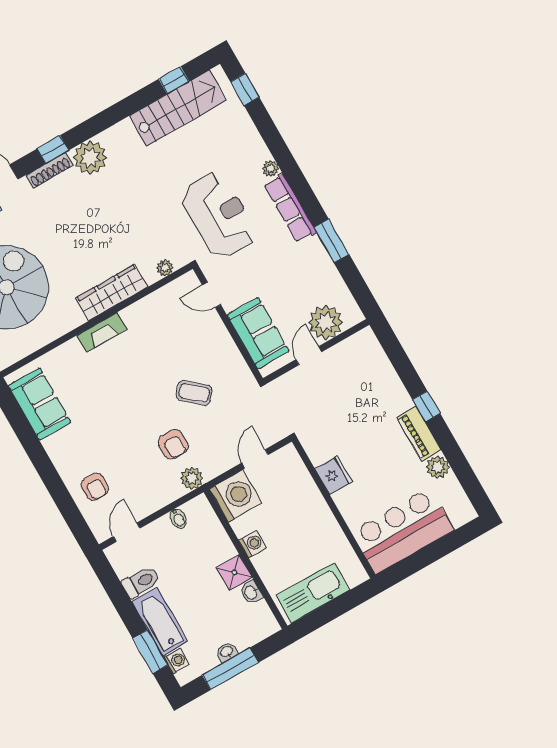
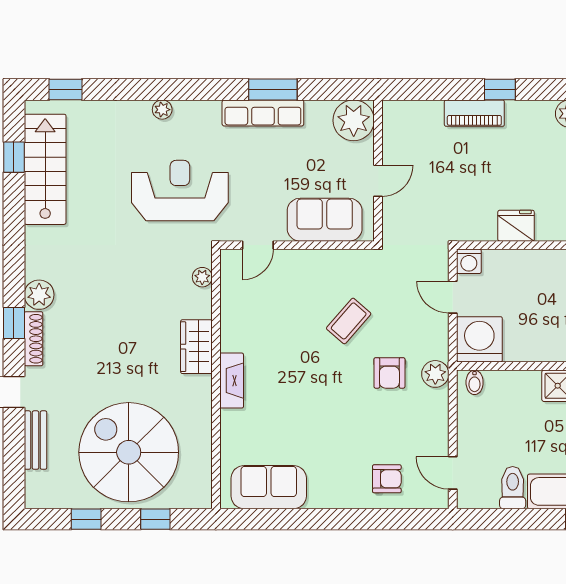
plant: (90, 158) -> (39, 295), width x0.73, depth x0.73
row of seats: (290, 208) -> (263, 113), moved
wardrobe: (112, 292) -> (196, 347), width x0.67
plant: (326, 322) -> (354, 120), moved
door: (309, 356) -> (378, 181), swing flipped
piano: (419, 434) -> (474, 113), moved
armchair: (173, 444) -> (389, 373), turned 90
bidet: (178, 519) -> (475, 382), moved, turned 90
washing machine: (253, 544) -> (469, 261), moved, turned 180

